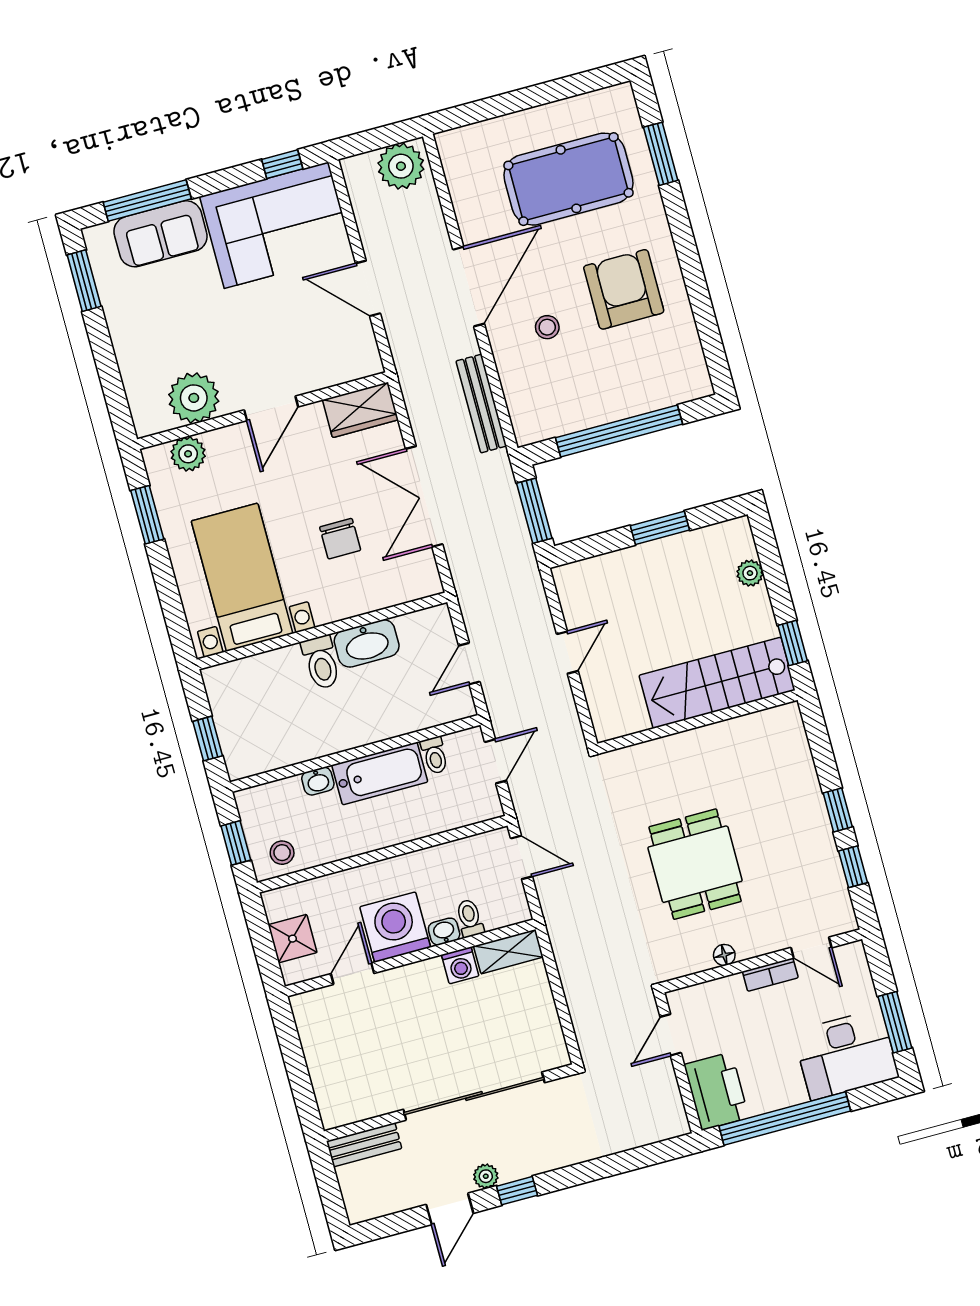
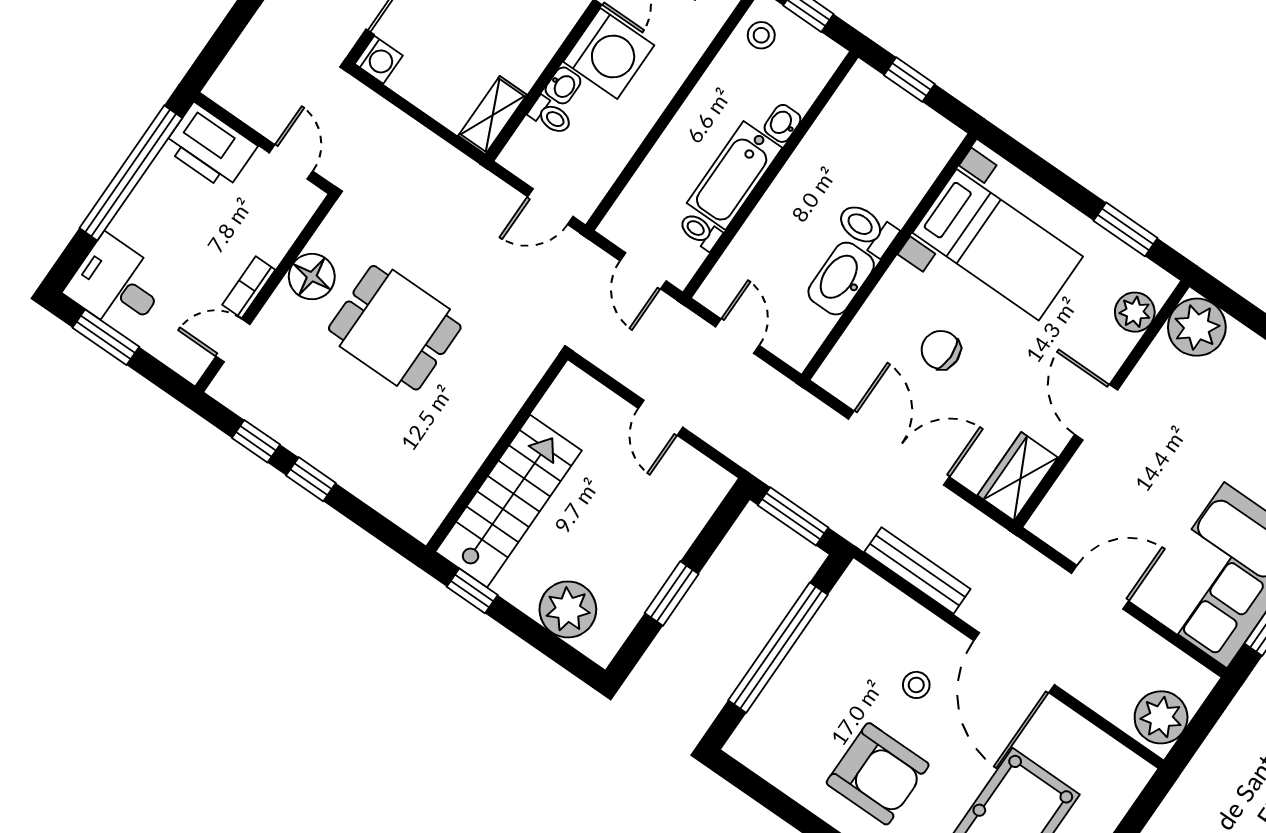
plant: (194, 398) -> (1197, 327), moved
plant: (750, 573) -> (568, 609), width x1.88, depth x1.88
floor lamp: (724, 955) -> (312, 277), width x1.89, depth x1.89
washing machine: (460, 965) -> (379, 60), moved, turned 180
desk: (846, 1054) -> (117, 285), width x0.73

